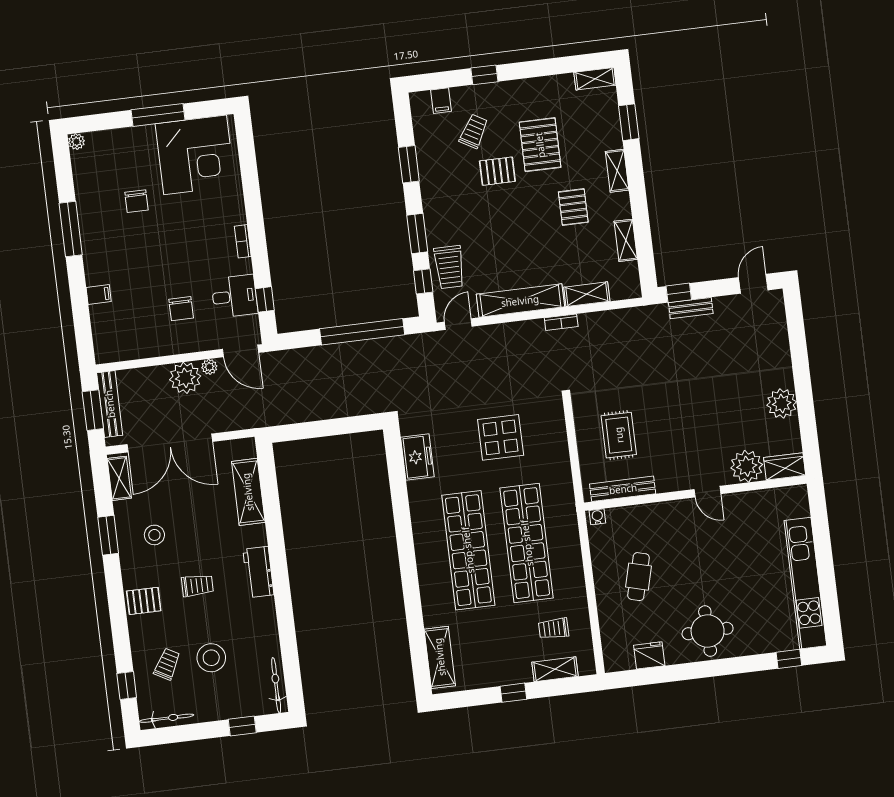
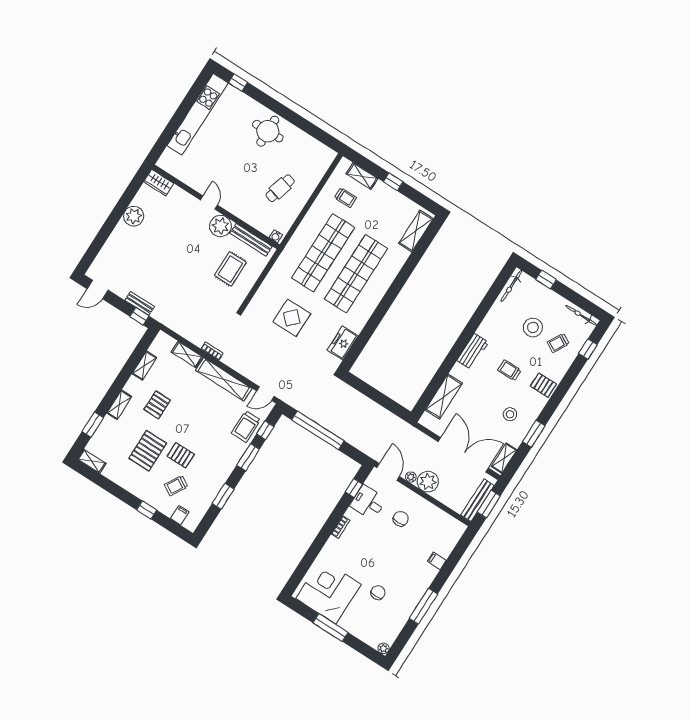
trolley: (449, 267) -> (246, 427), turned 180
plant: (747, 466) -> (220, 226), moved
fridge: (649, 655) -> (308, 143), removed

